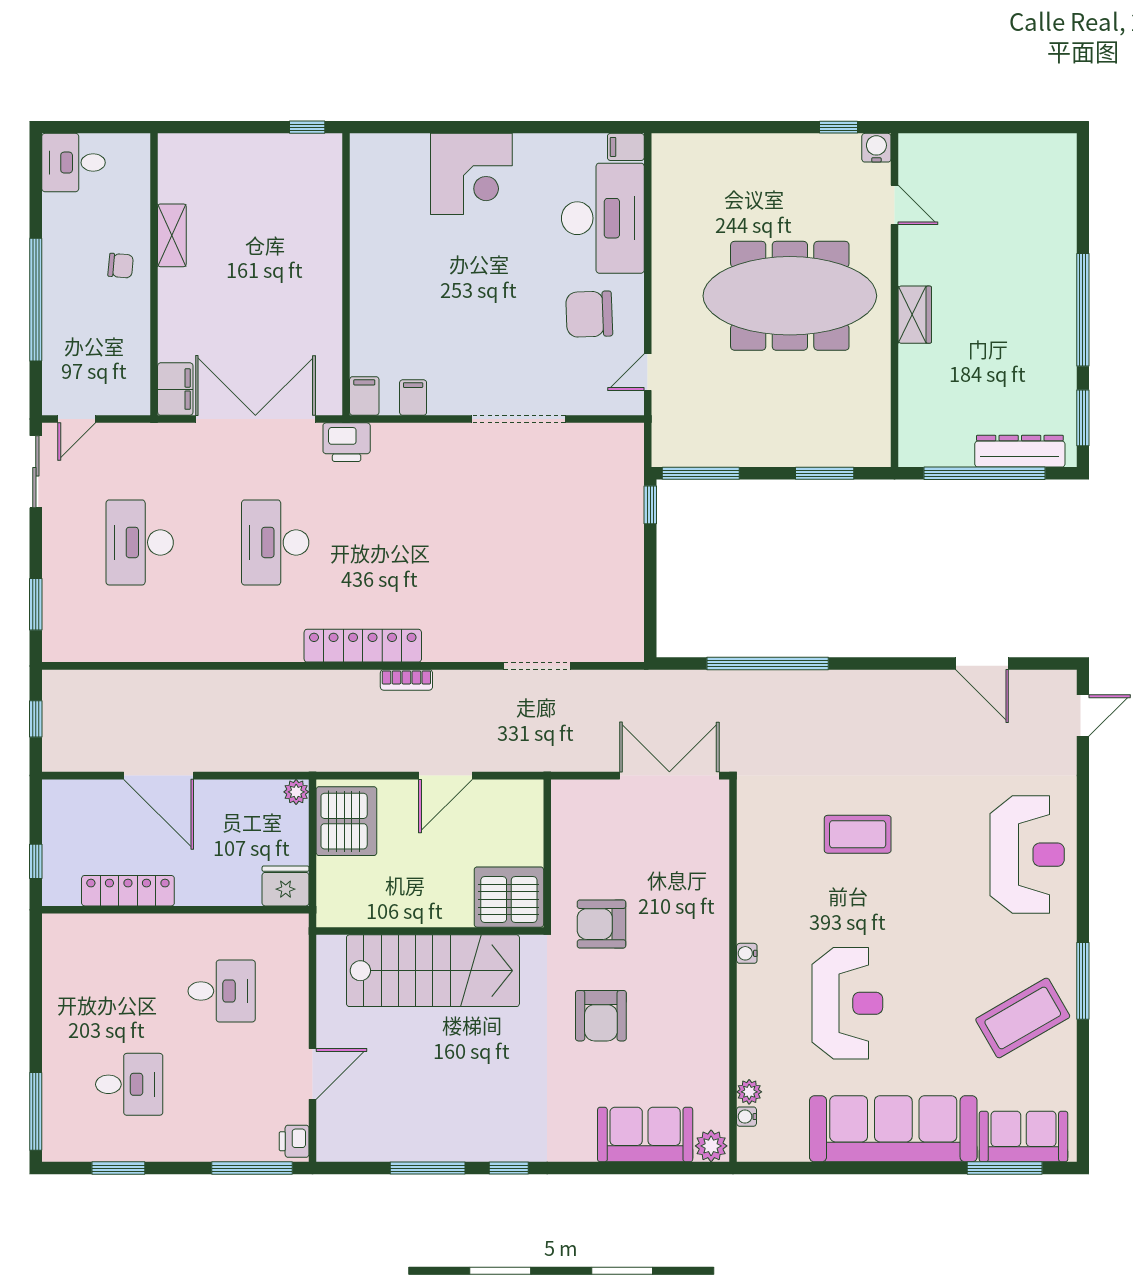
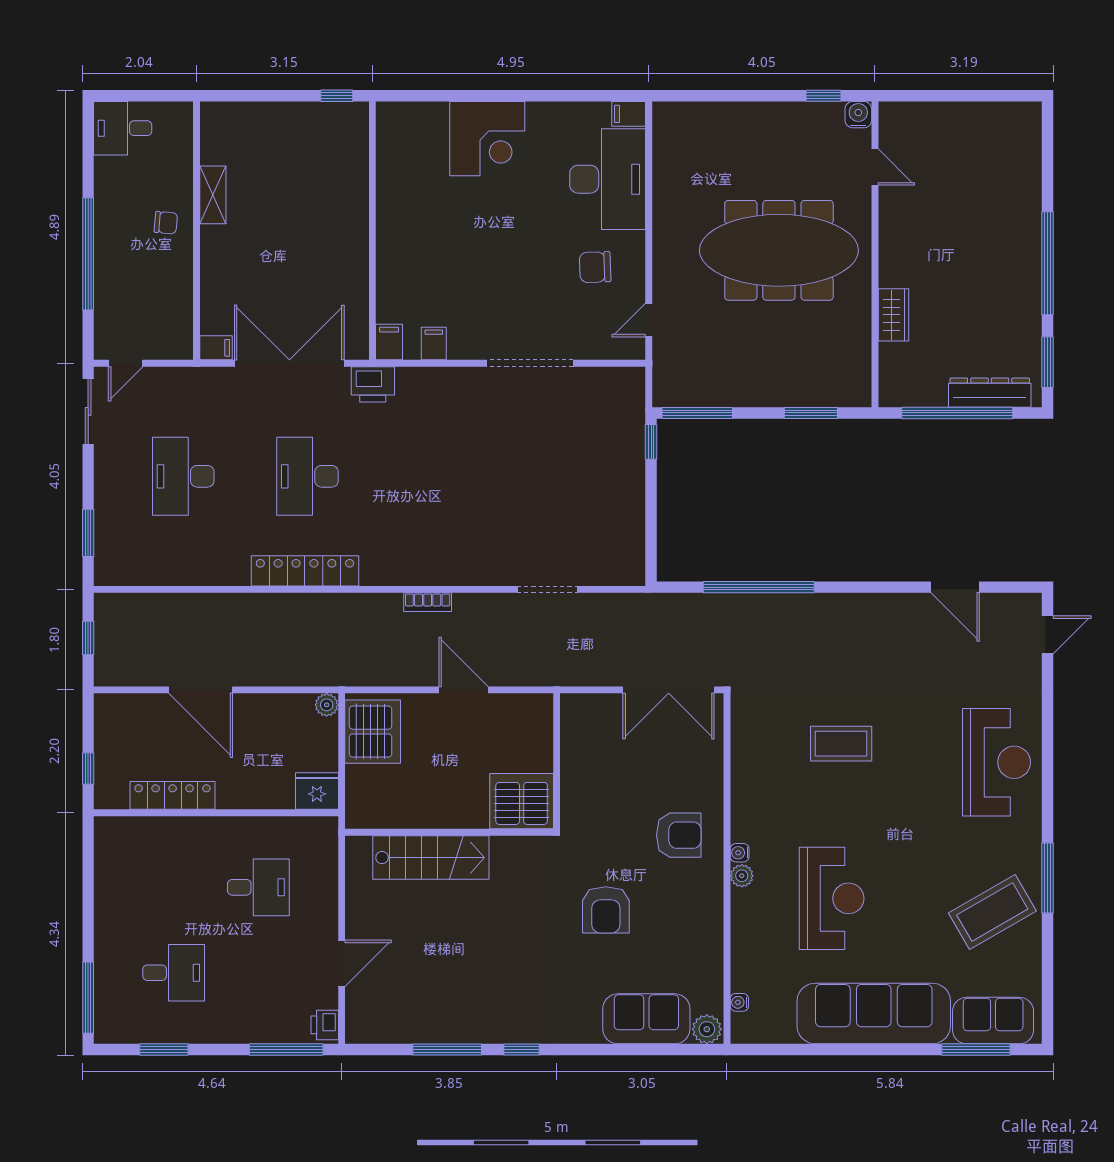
chair: (589, 314) -> (595, 267), width x0.73, depth x0.73
wardrobe: (915, 315) -> (894, 315), moved
filing cabinet: (175, 389) -> (216, 348), width x0.50
locker: (363, 646) -> (305, 571), moved
door: (445, 776) -> (463, 690), swing flipped
double door: (669, 776) -> (669, 690), swing flipped
armchair: (602, 924) -> (679, 835), moved, turned 180
stairs: (433, 971) -> (431, 858), width x0.73, depth x0.66
plant: (749, 1092) -> (742, 876), moved

